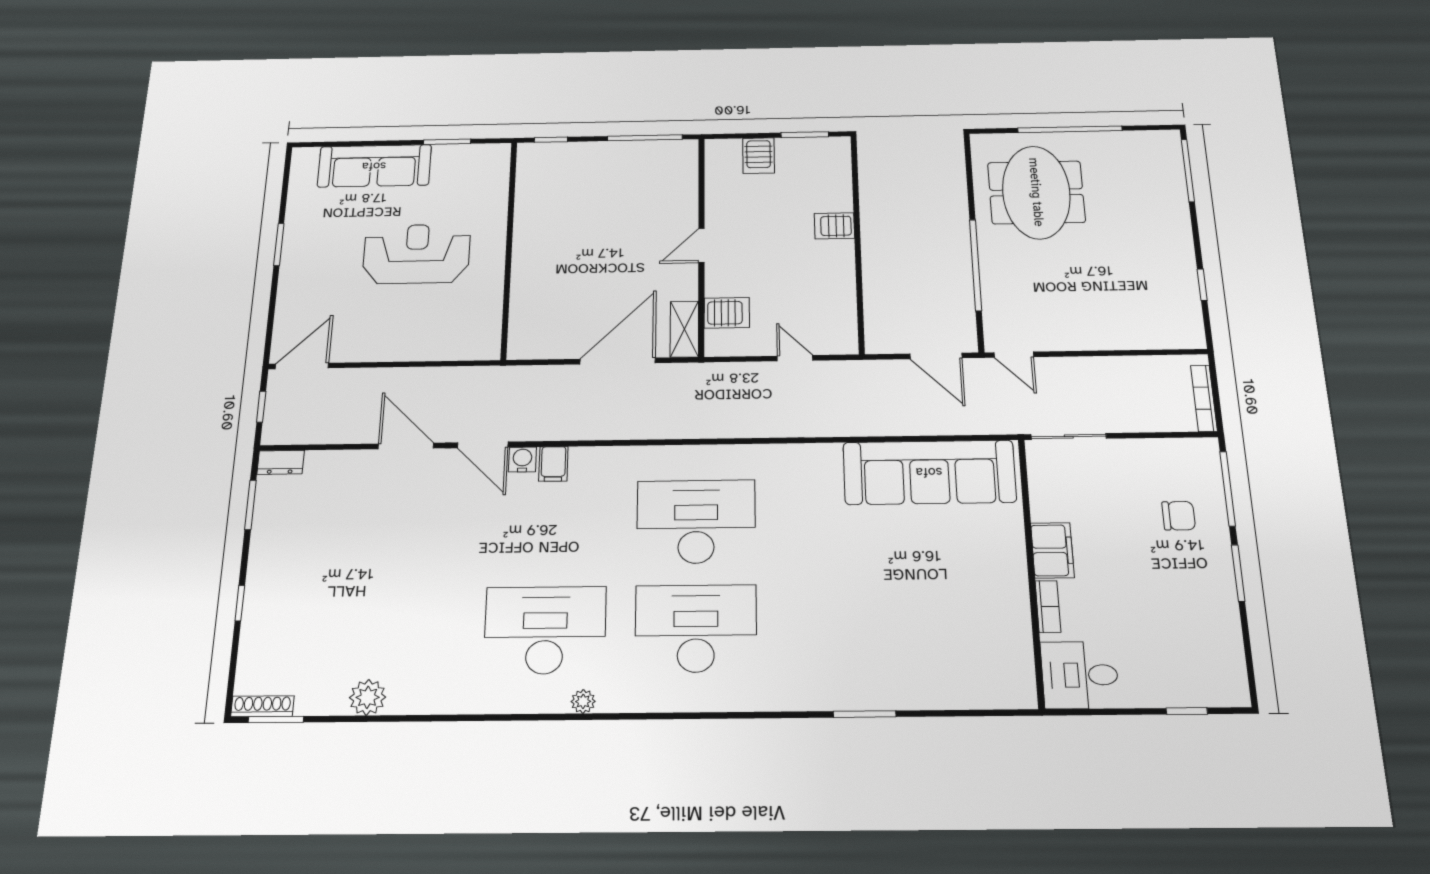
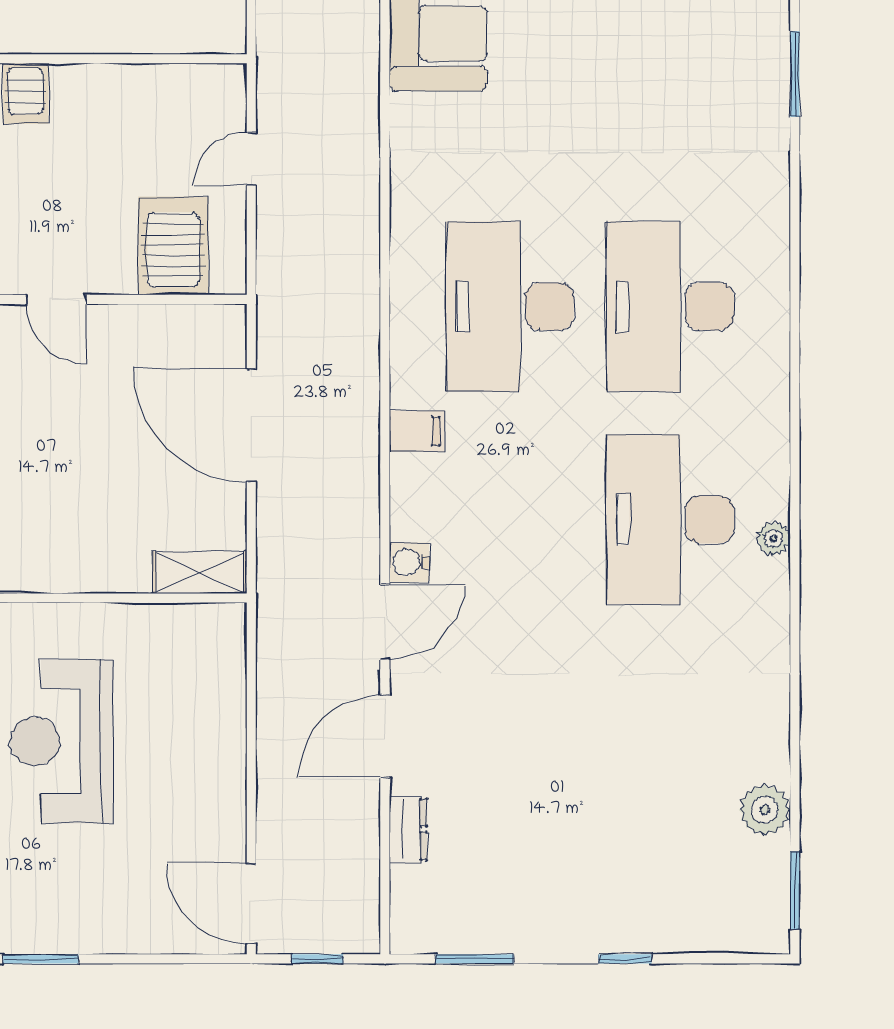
server rack: (727, 313) -> (173, 246), width x1.36, depth x1.44
shelving: (684, 329) -> (200, 572), moved
dresser: (281, 462) -> (408, 829), moved
filing cabinet: (553, 464) -> (417, 431), moved
plant: (368, 697) -> (765, 810), moved
plant: (583, 701) -> (773, 538), moved
shoe rack: (262, 706) -> (776, 911), removed

